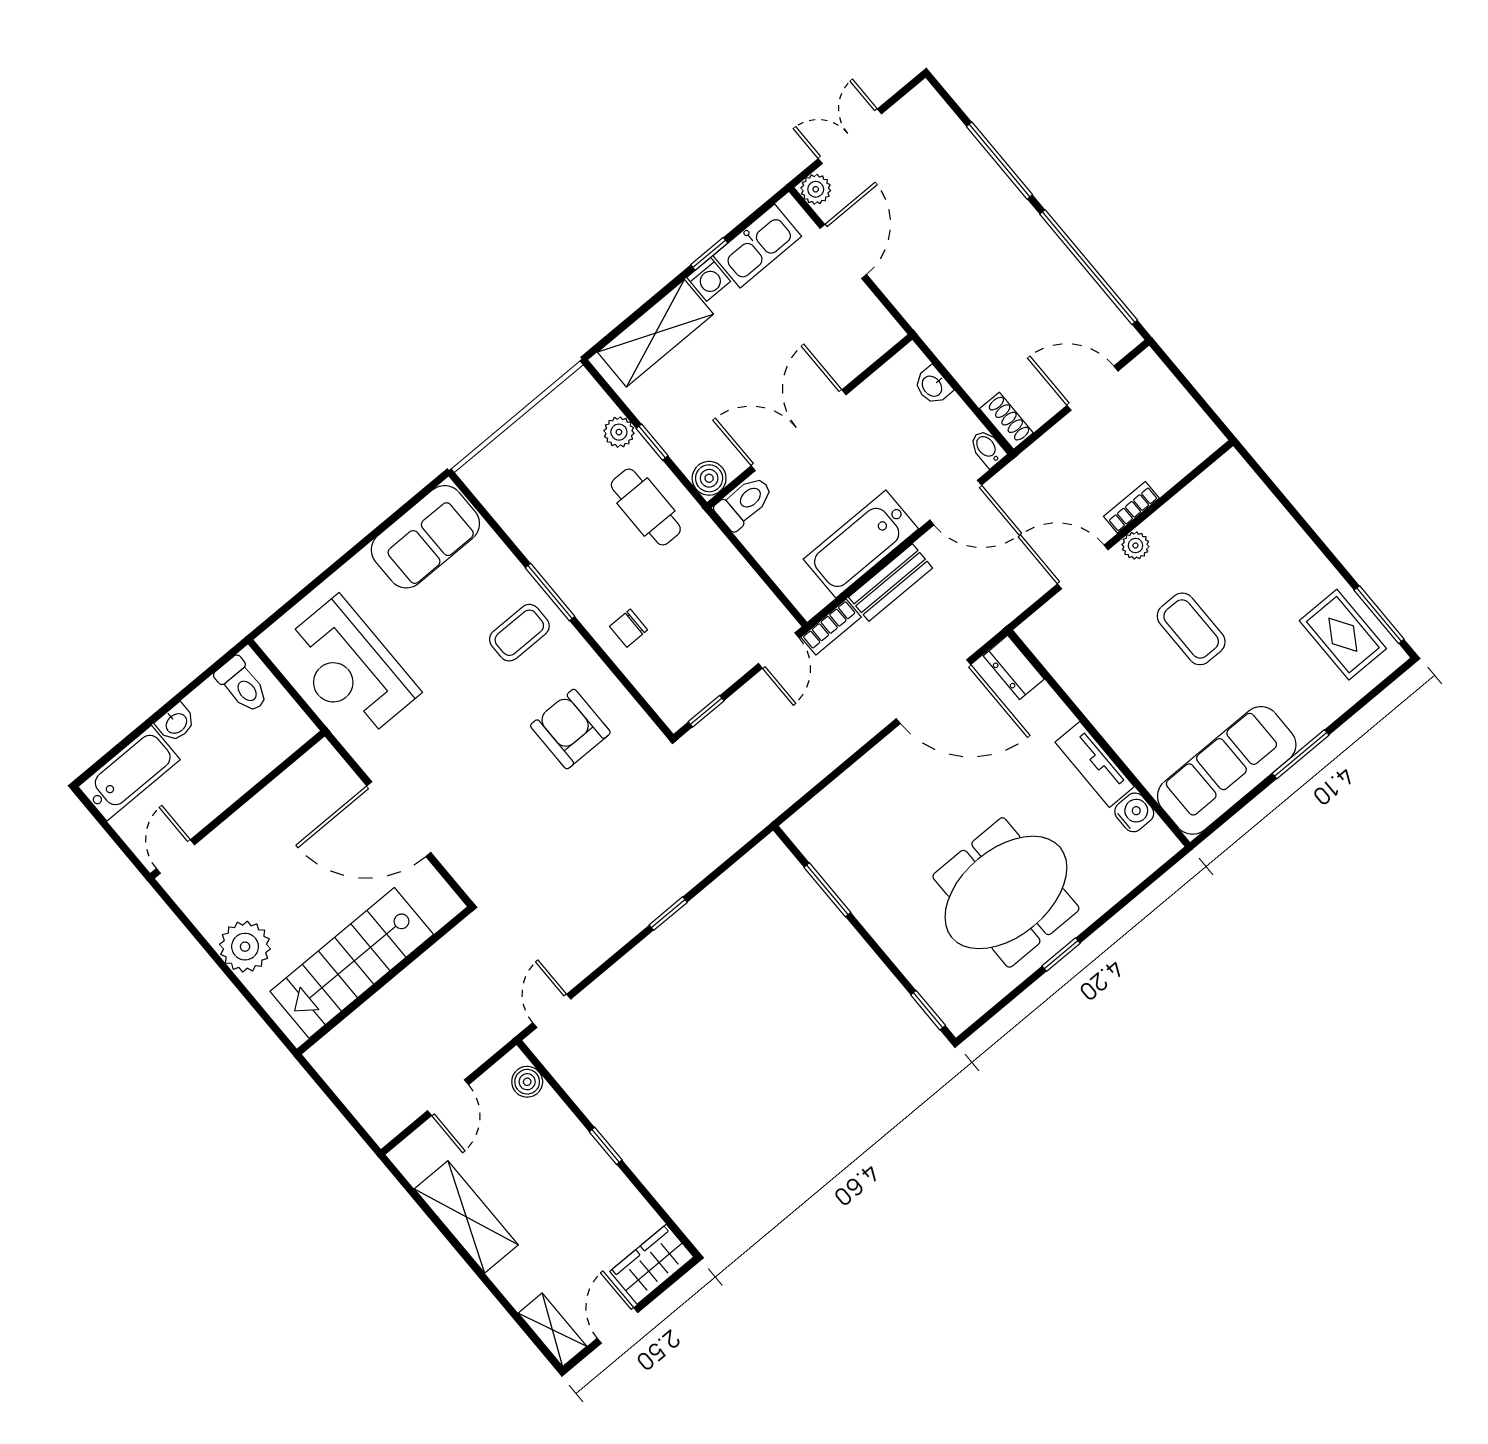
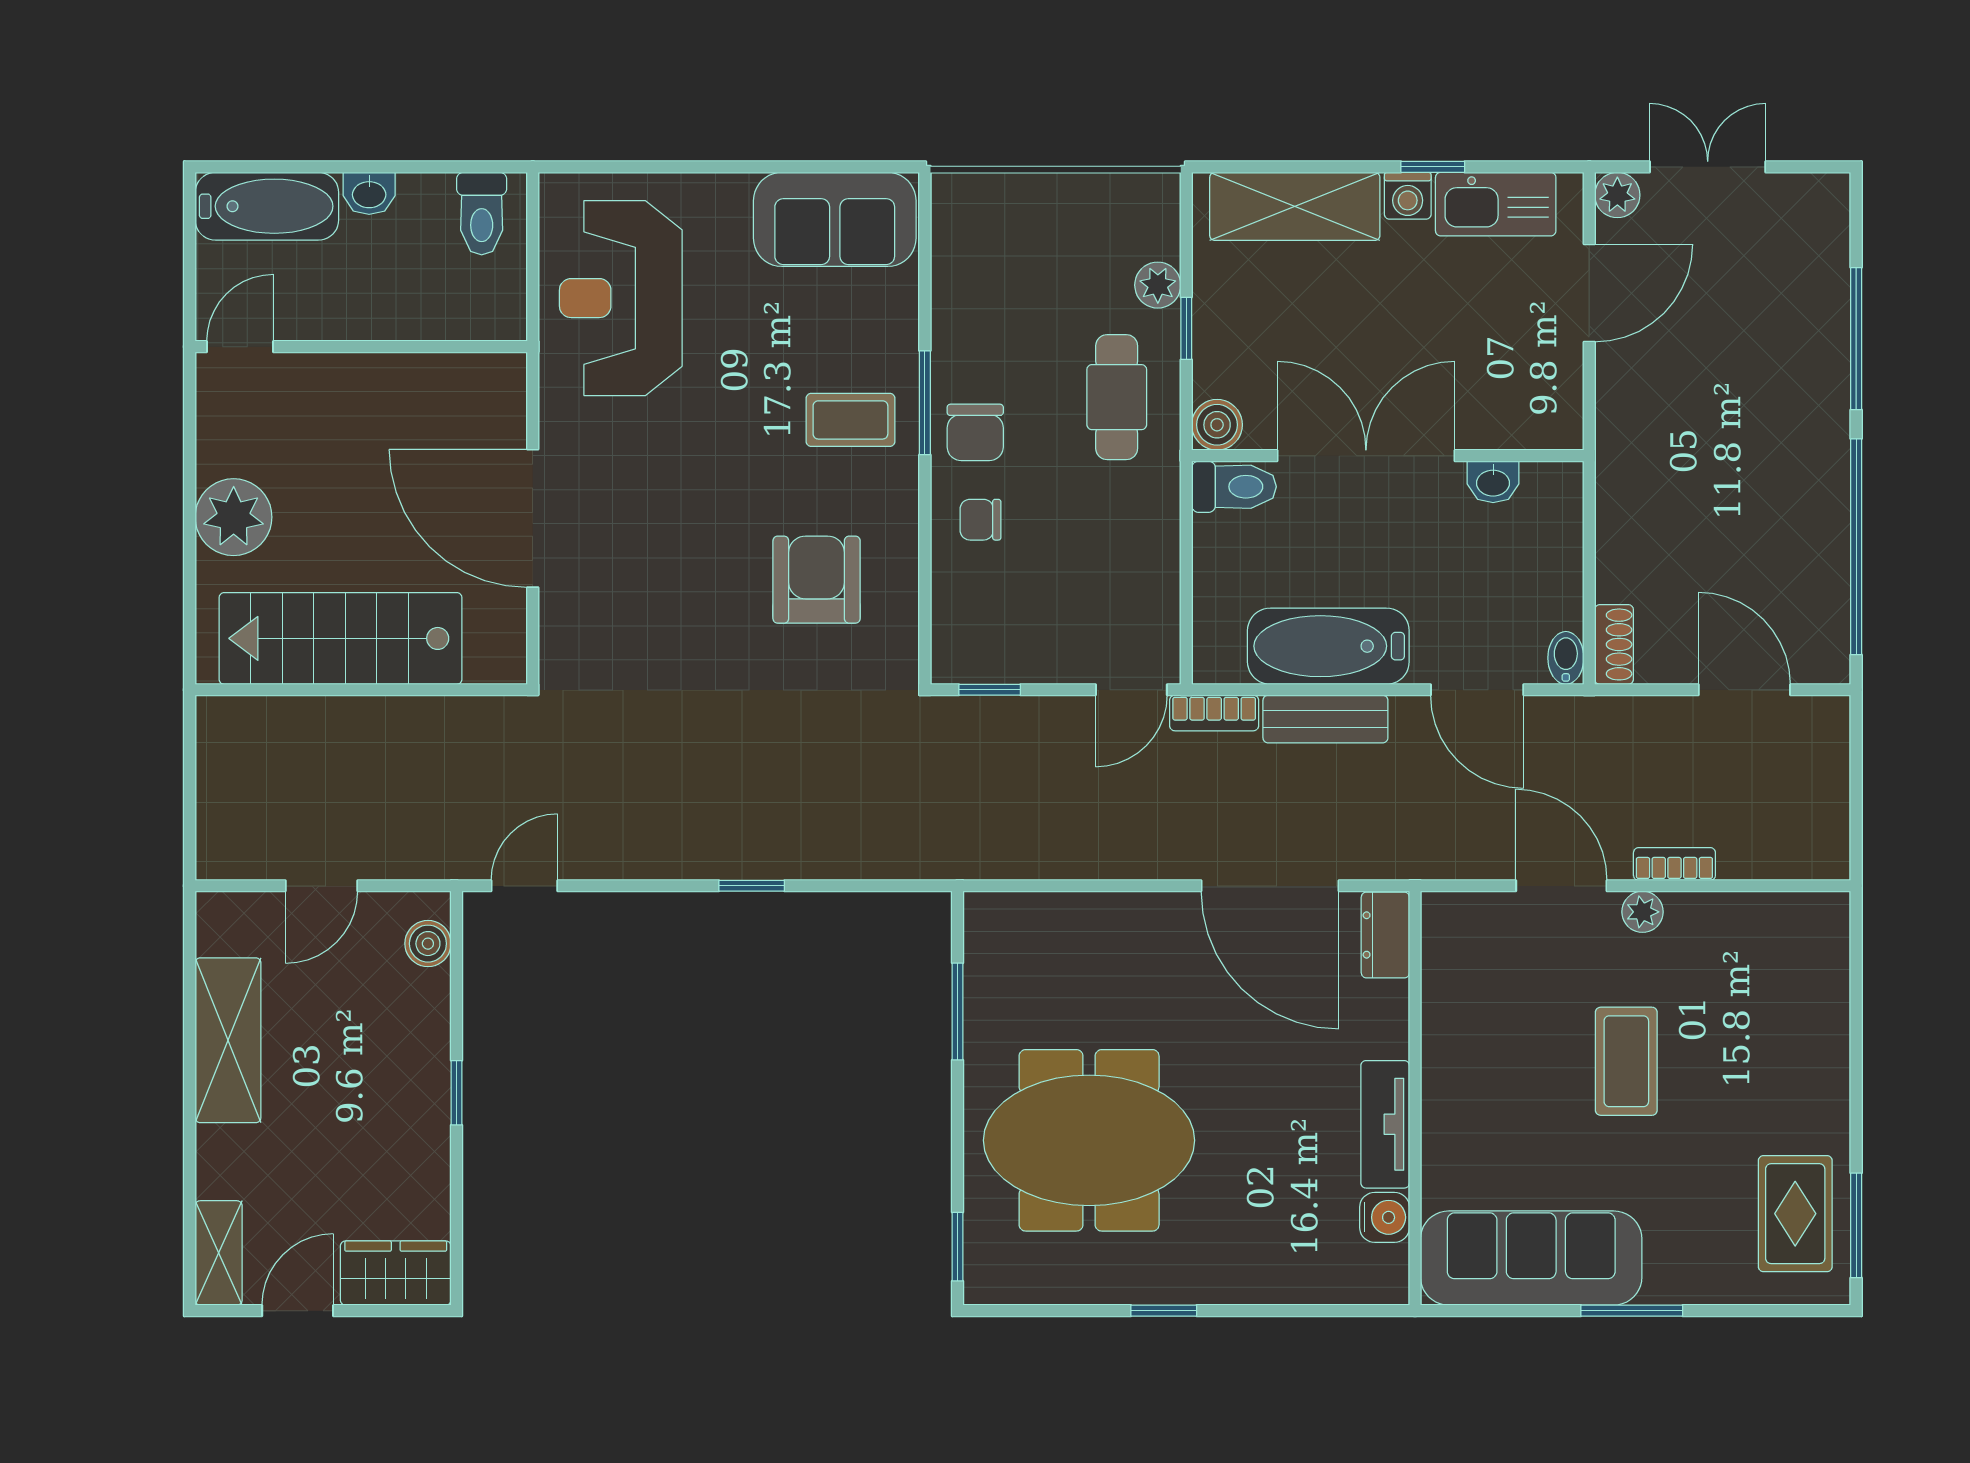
washbasin: (933, 386) -> (1493, 482), moved, turned -90
chair: (589, 586) -> (975, 432), added
meeting table: (1006, 892) -> (1089, 1140), moved

